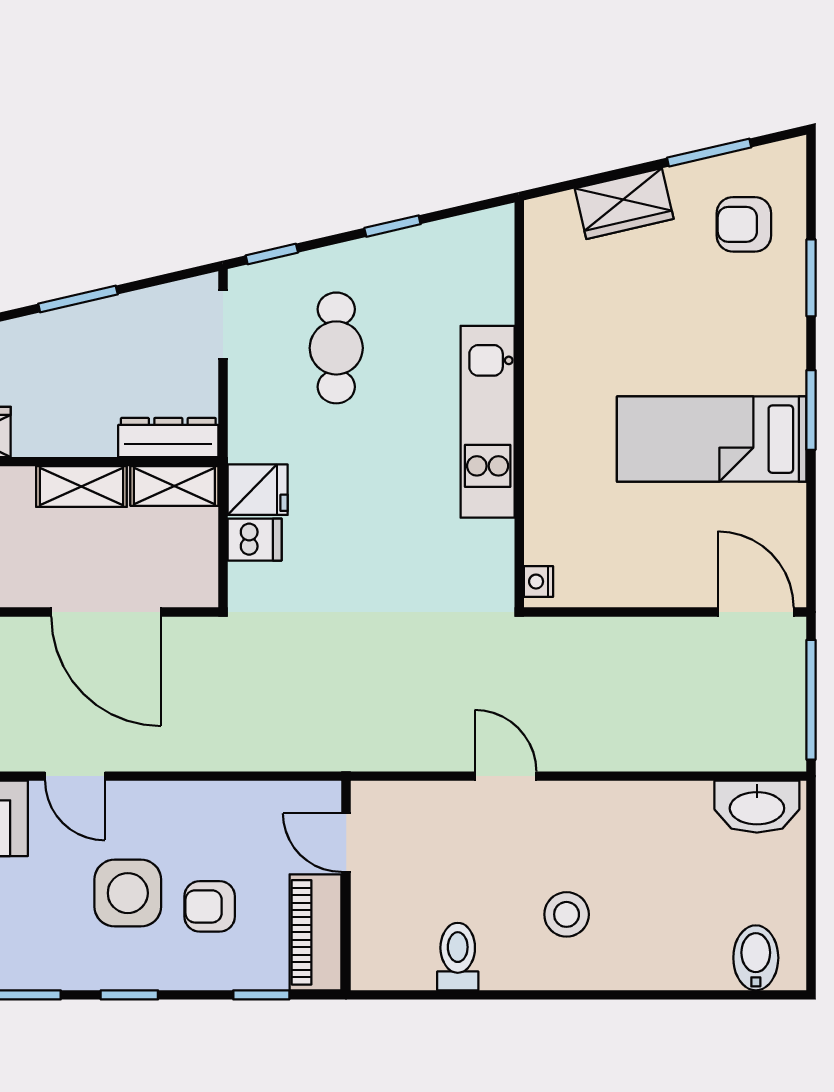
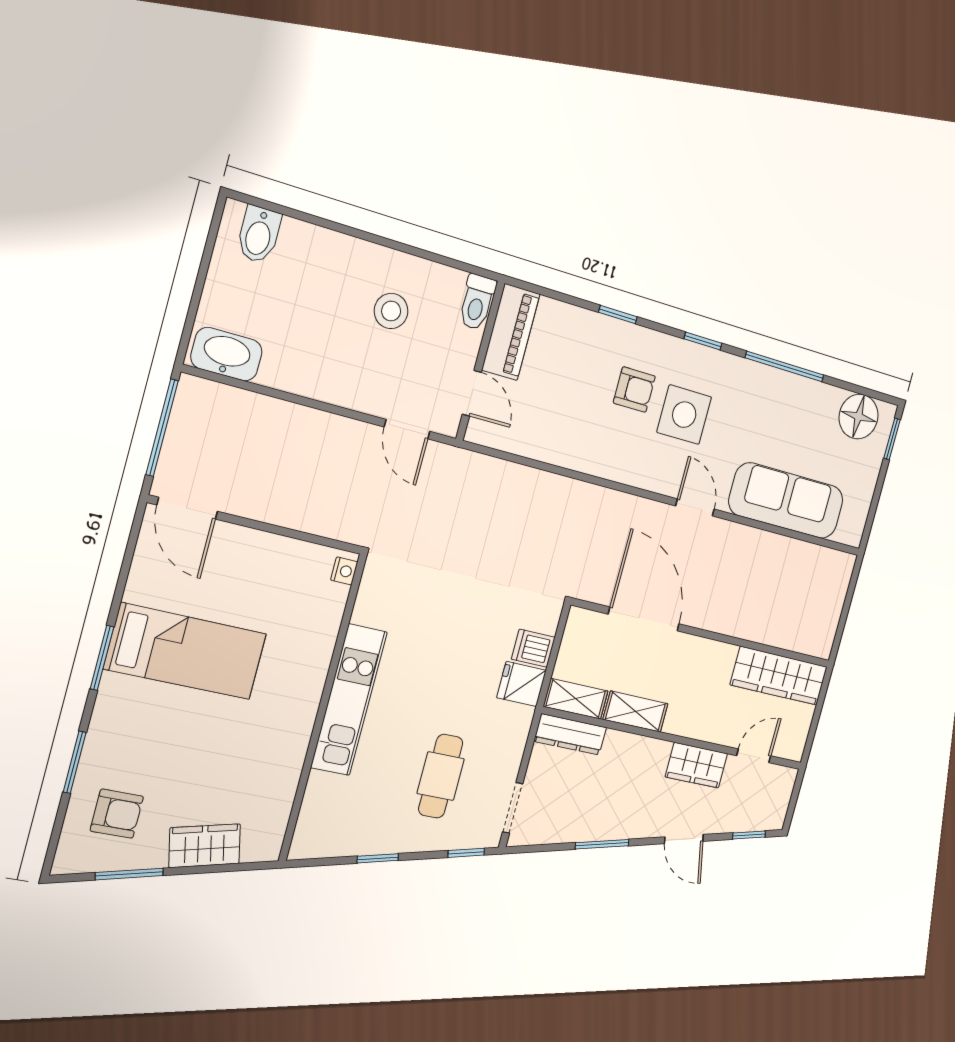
door: (346, 843) -> (472, 393), moved
wall: (346, 886) -> (480, 361), moved
piano: (316, 932) -> (511, 332), moved

